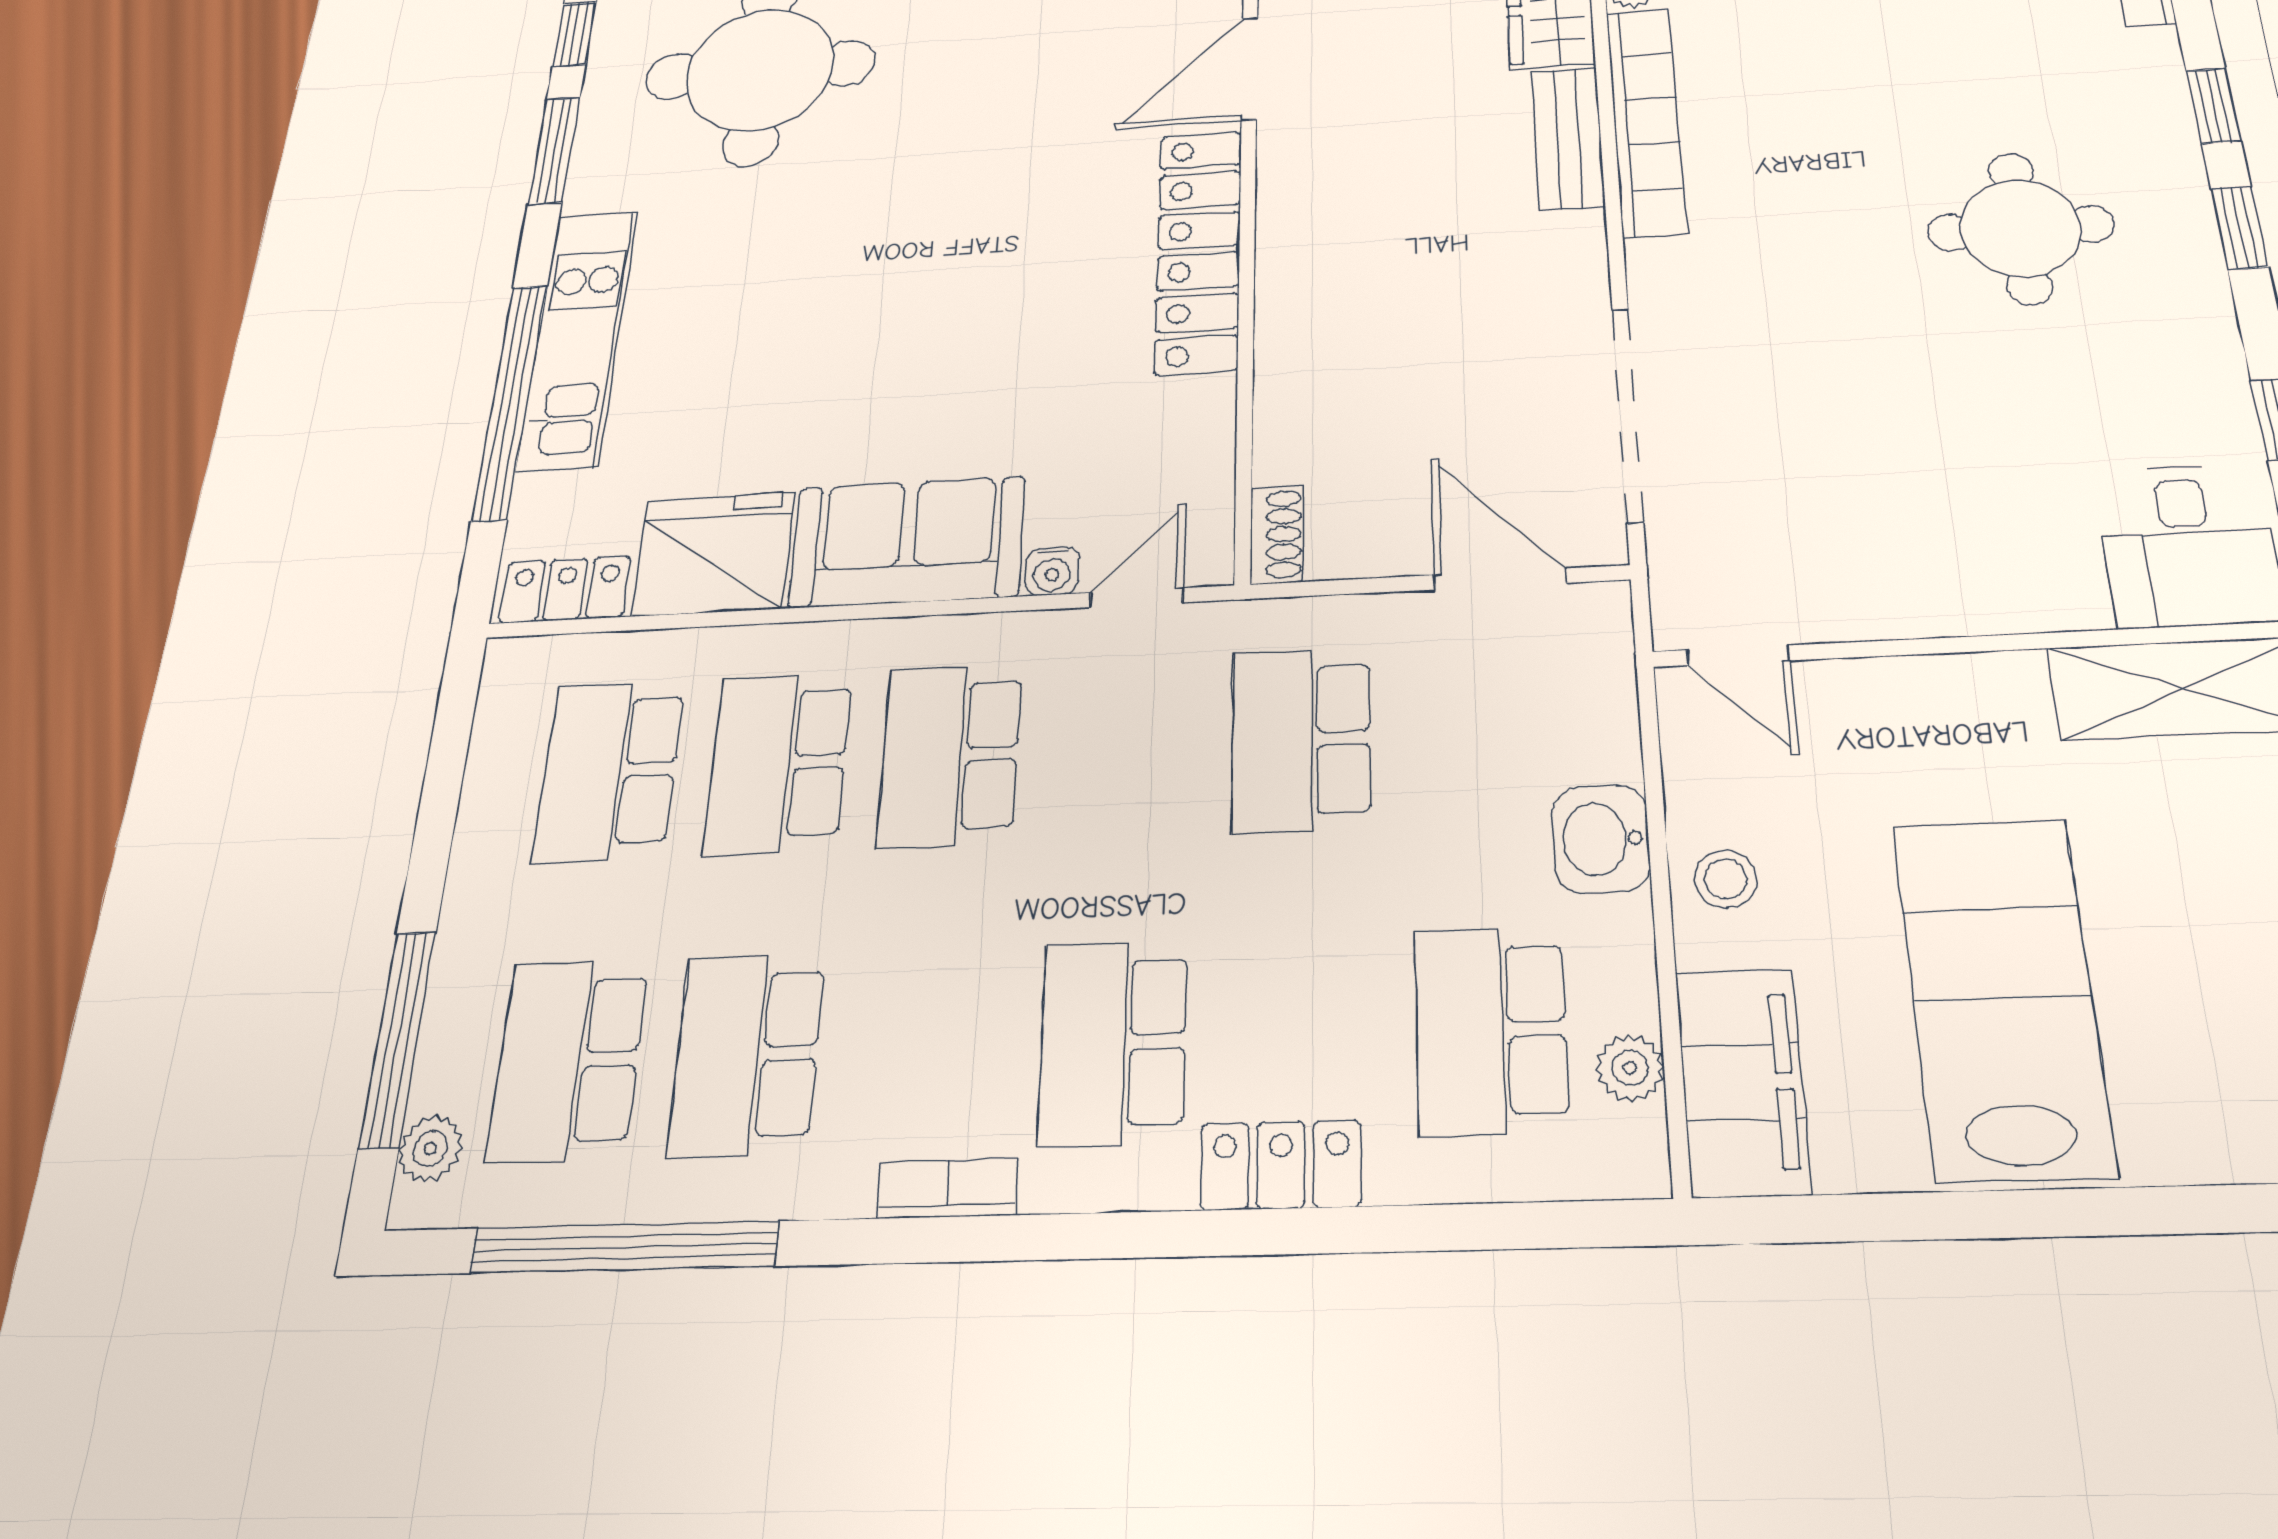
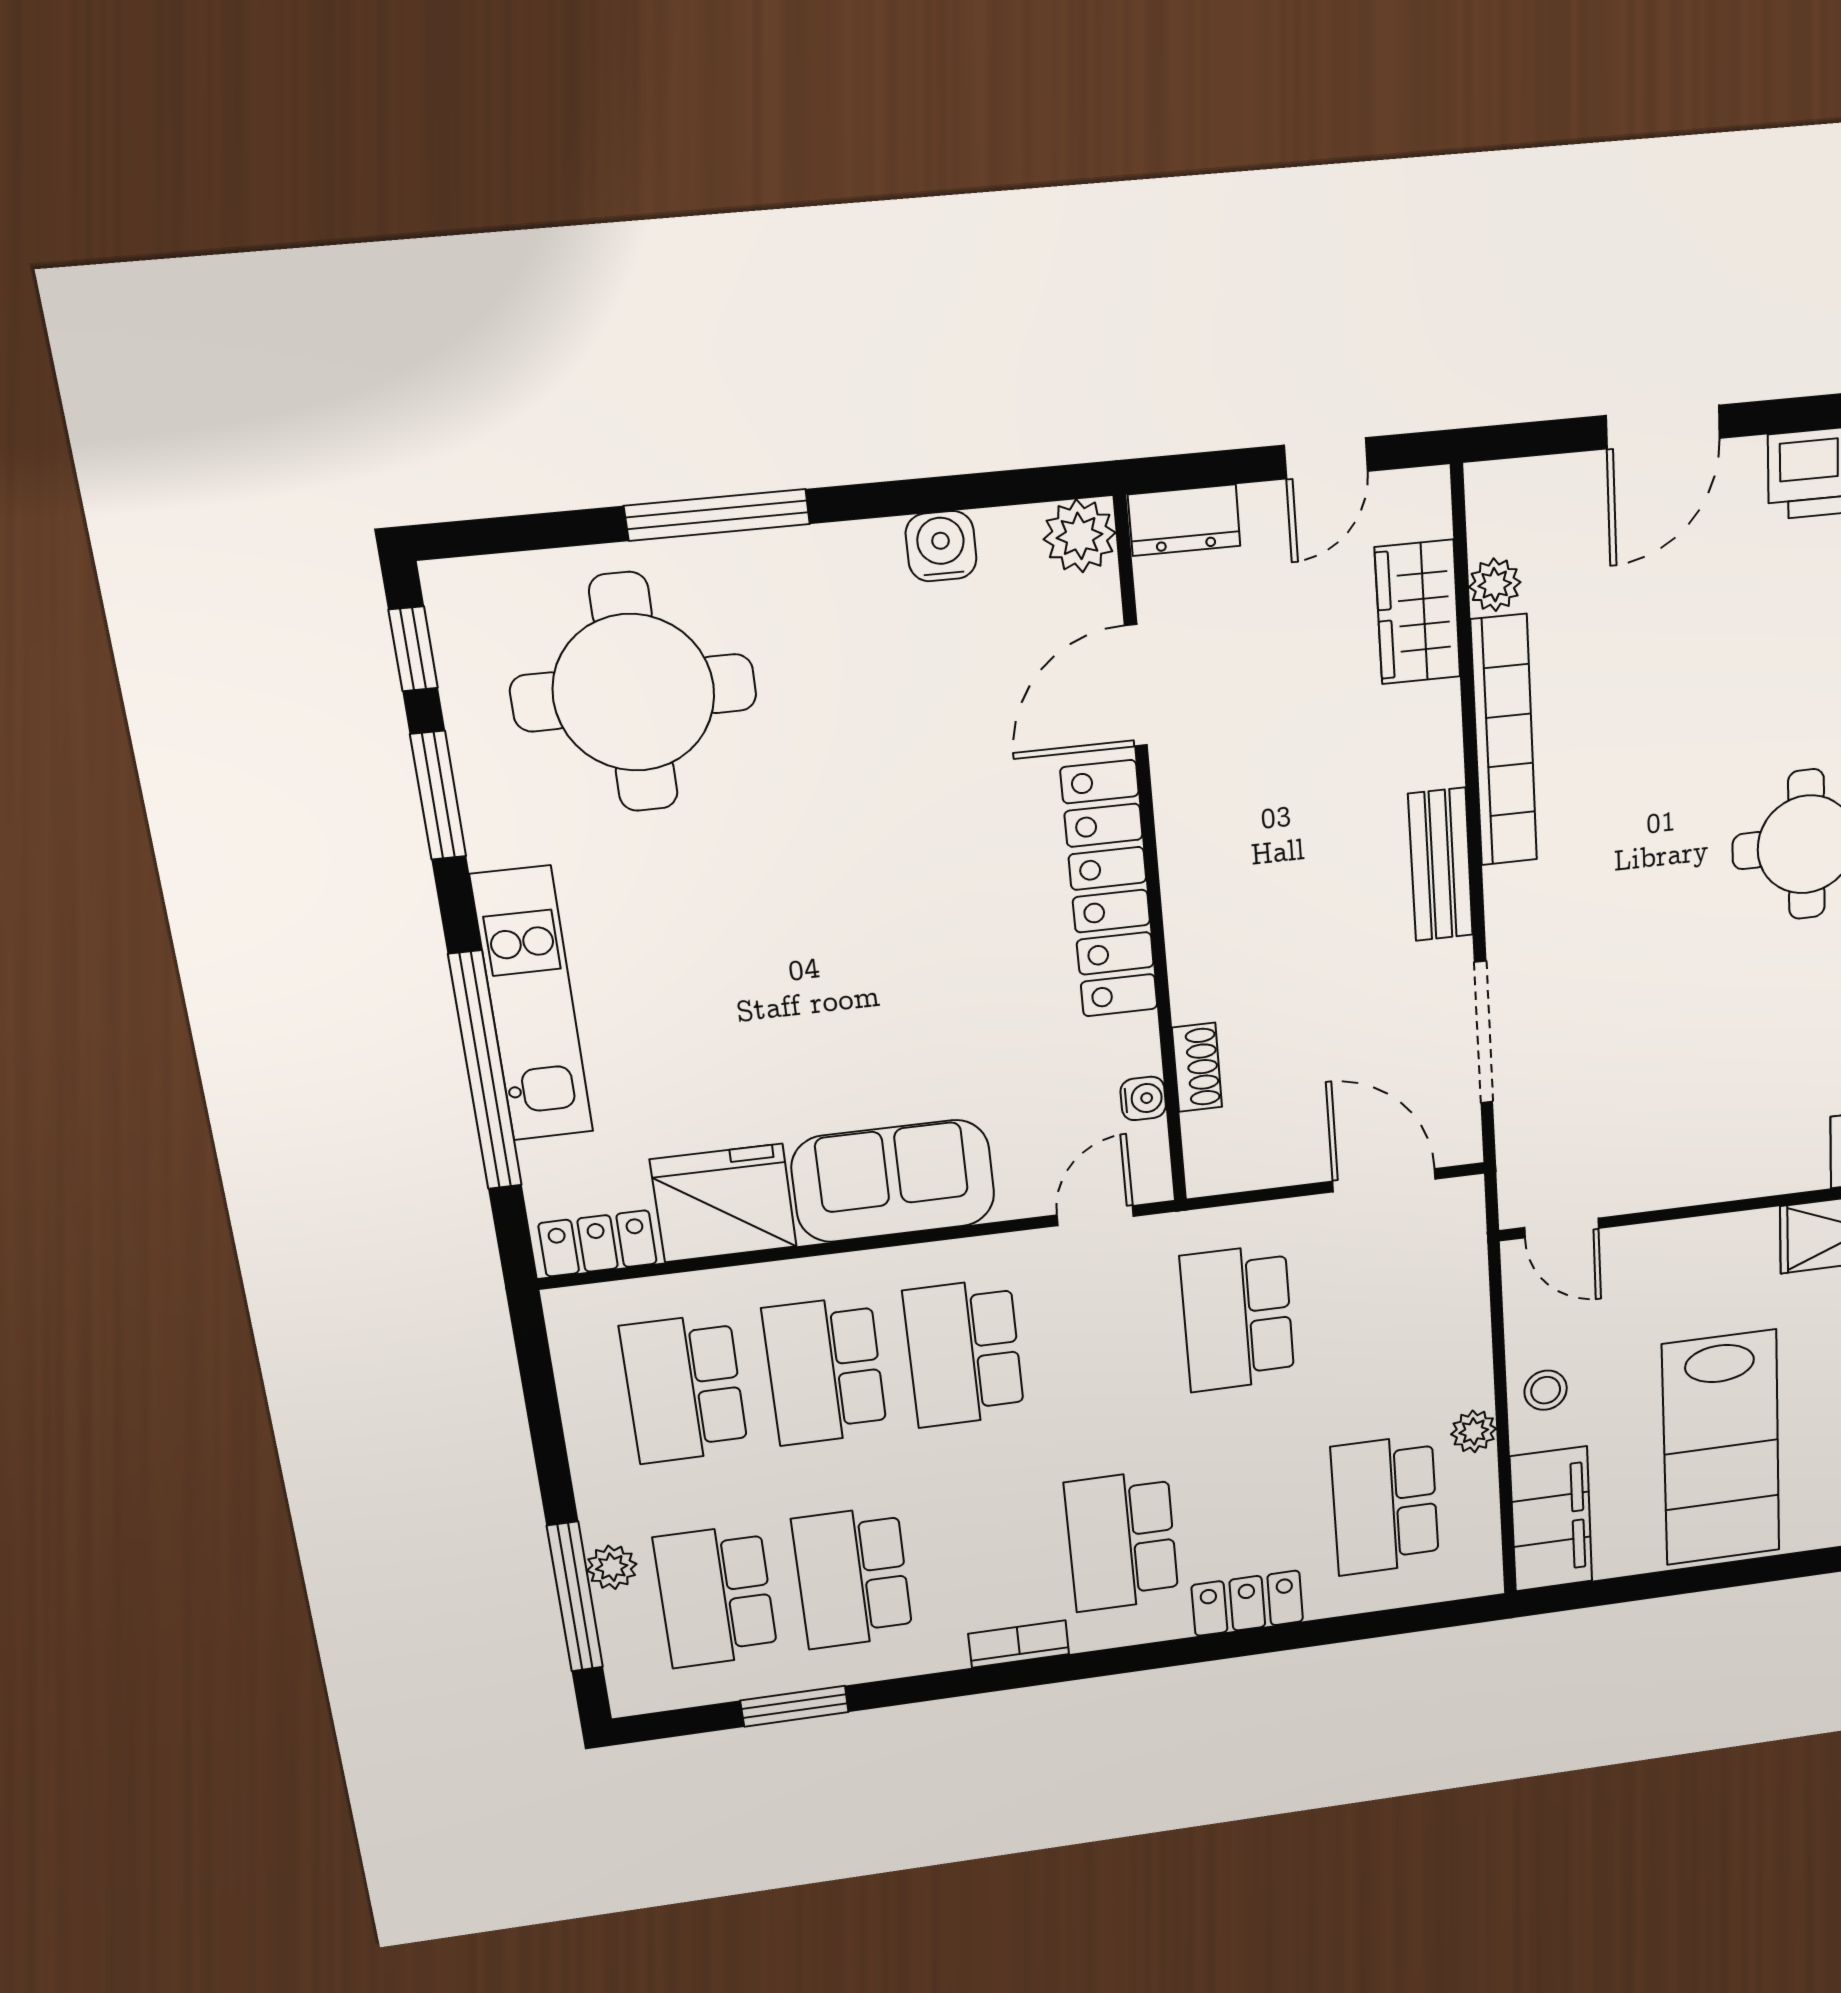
bench: (1568, 138) -> (1441, 865), moved
doorway: (1627, 414) -> (1483, 1032), width x0.73
shoe rack: (1277, 535) -> (1197, 1067), moved
water cooler: (1052, 571) -> (1143, 1098), moved, turned -90
washbasin: (1601, 839) -> (1460, 1371), removed
lab bench: (2002, 996) -> (1721, 1448), turned 180
plant: (1630, 1068) -> (1474, 1431), moved
plant: (430, 1149) -> (612, 1567), moved
window: (624, 1247) -> (795, 1706), width x0.47

